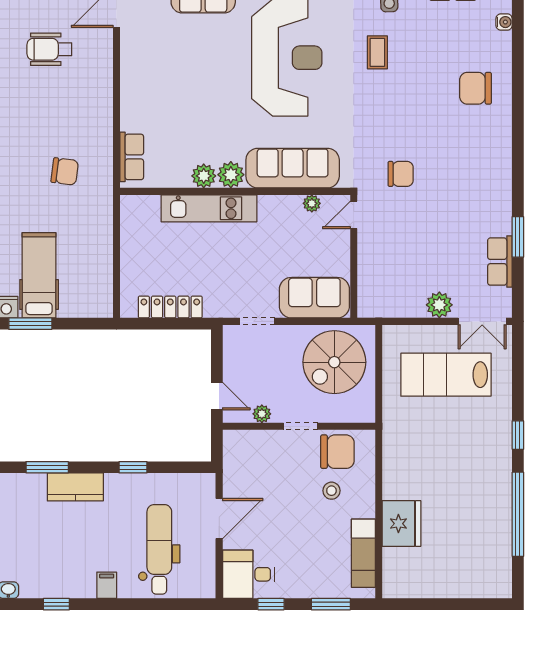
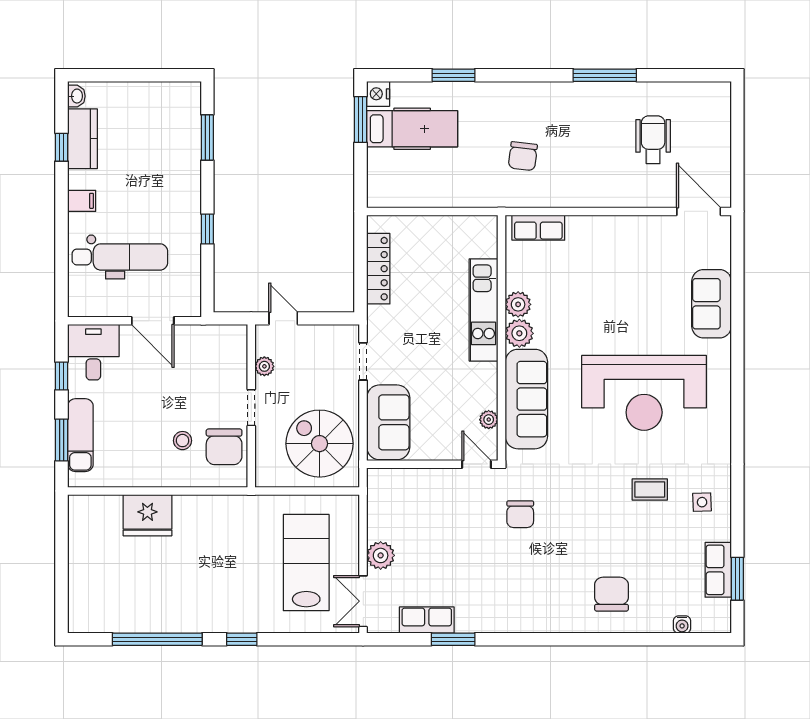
door: (217, 396) -> (283, 318), swing flipped
kitchen counter: (75, 487) -> (83, 139), moved, turned 180
exam couch: (363, 553) -> (80, 435), moved, turned 90

